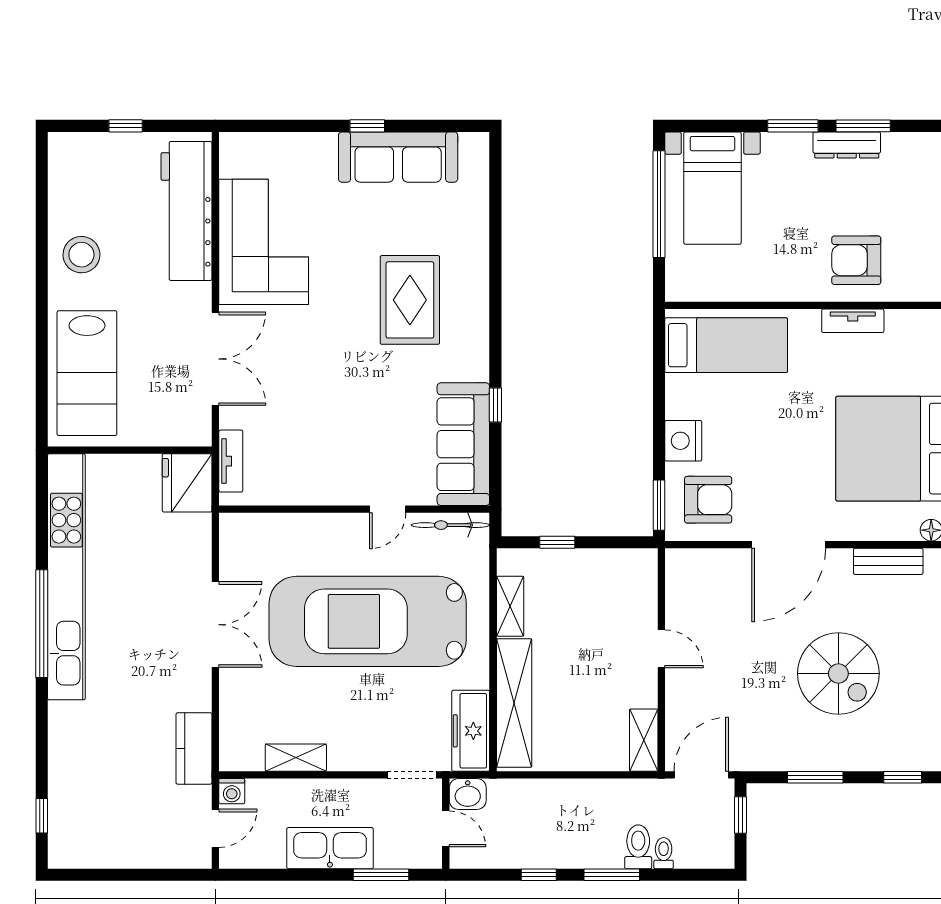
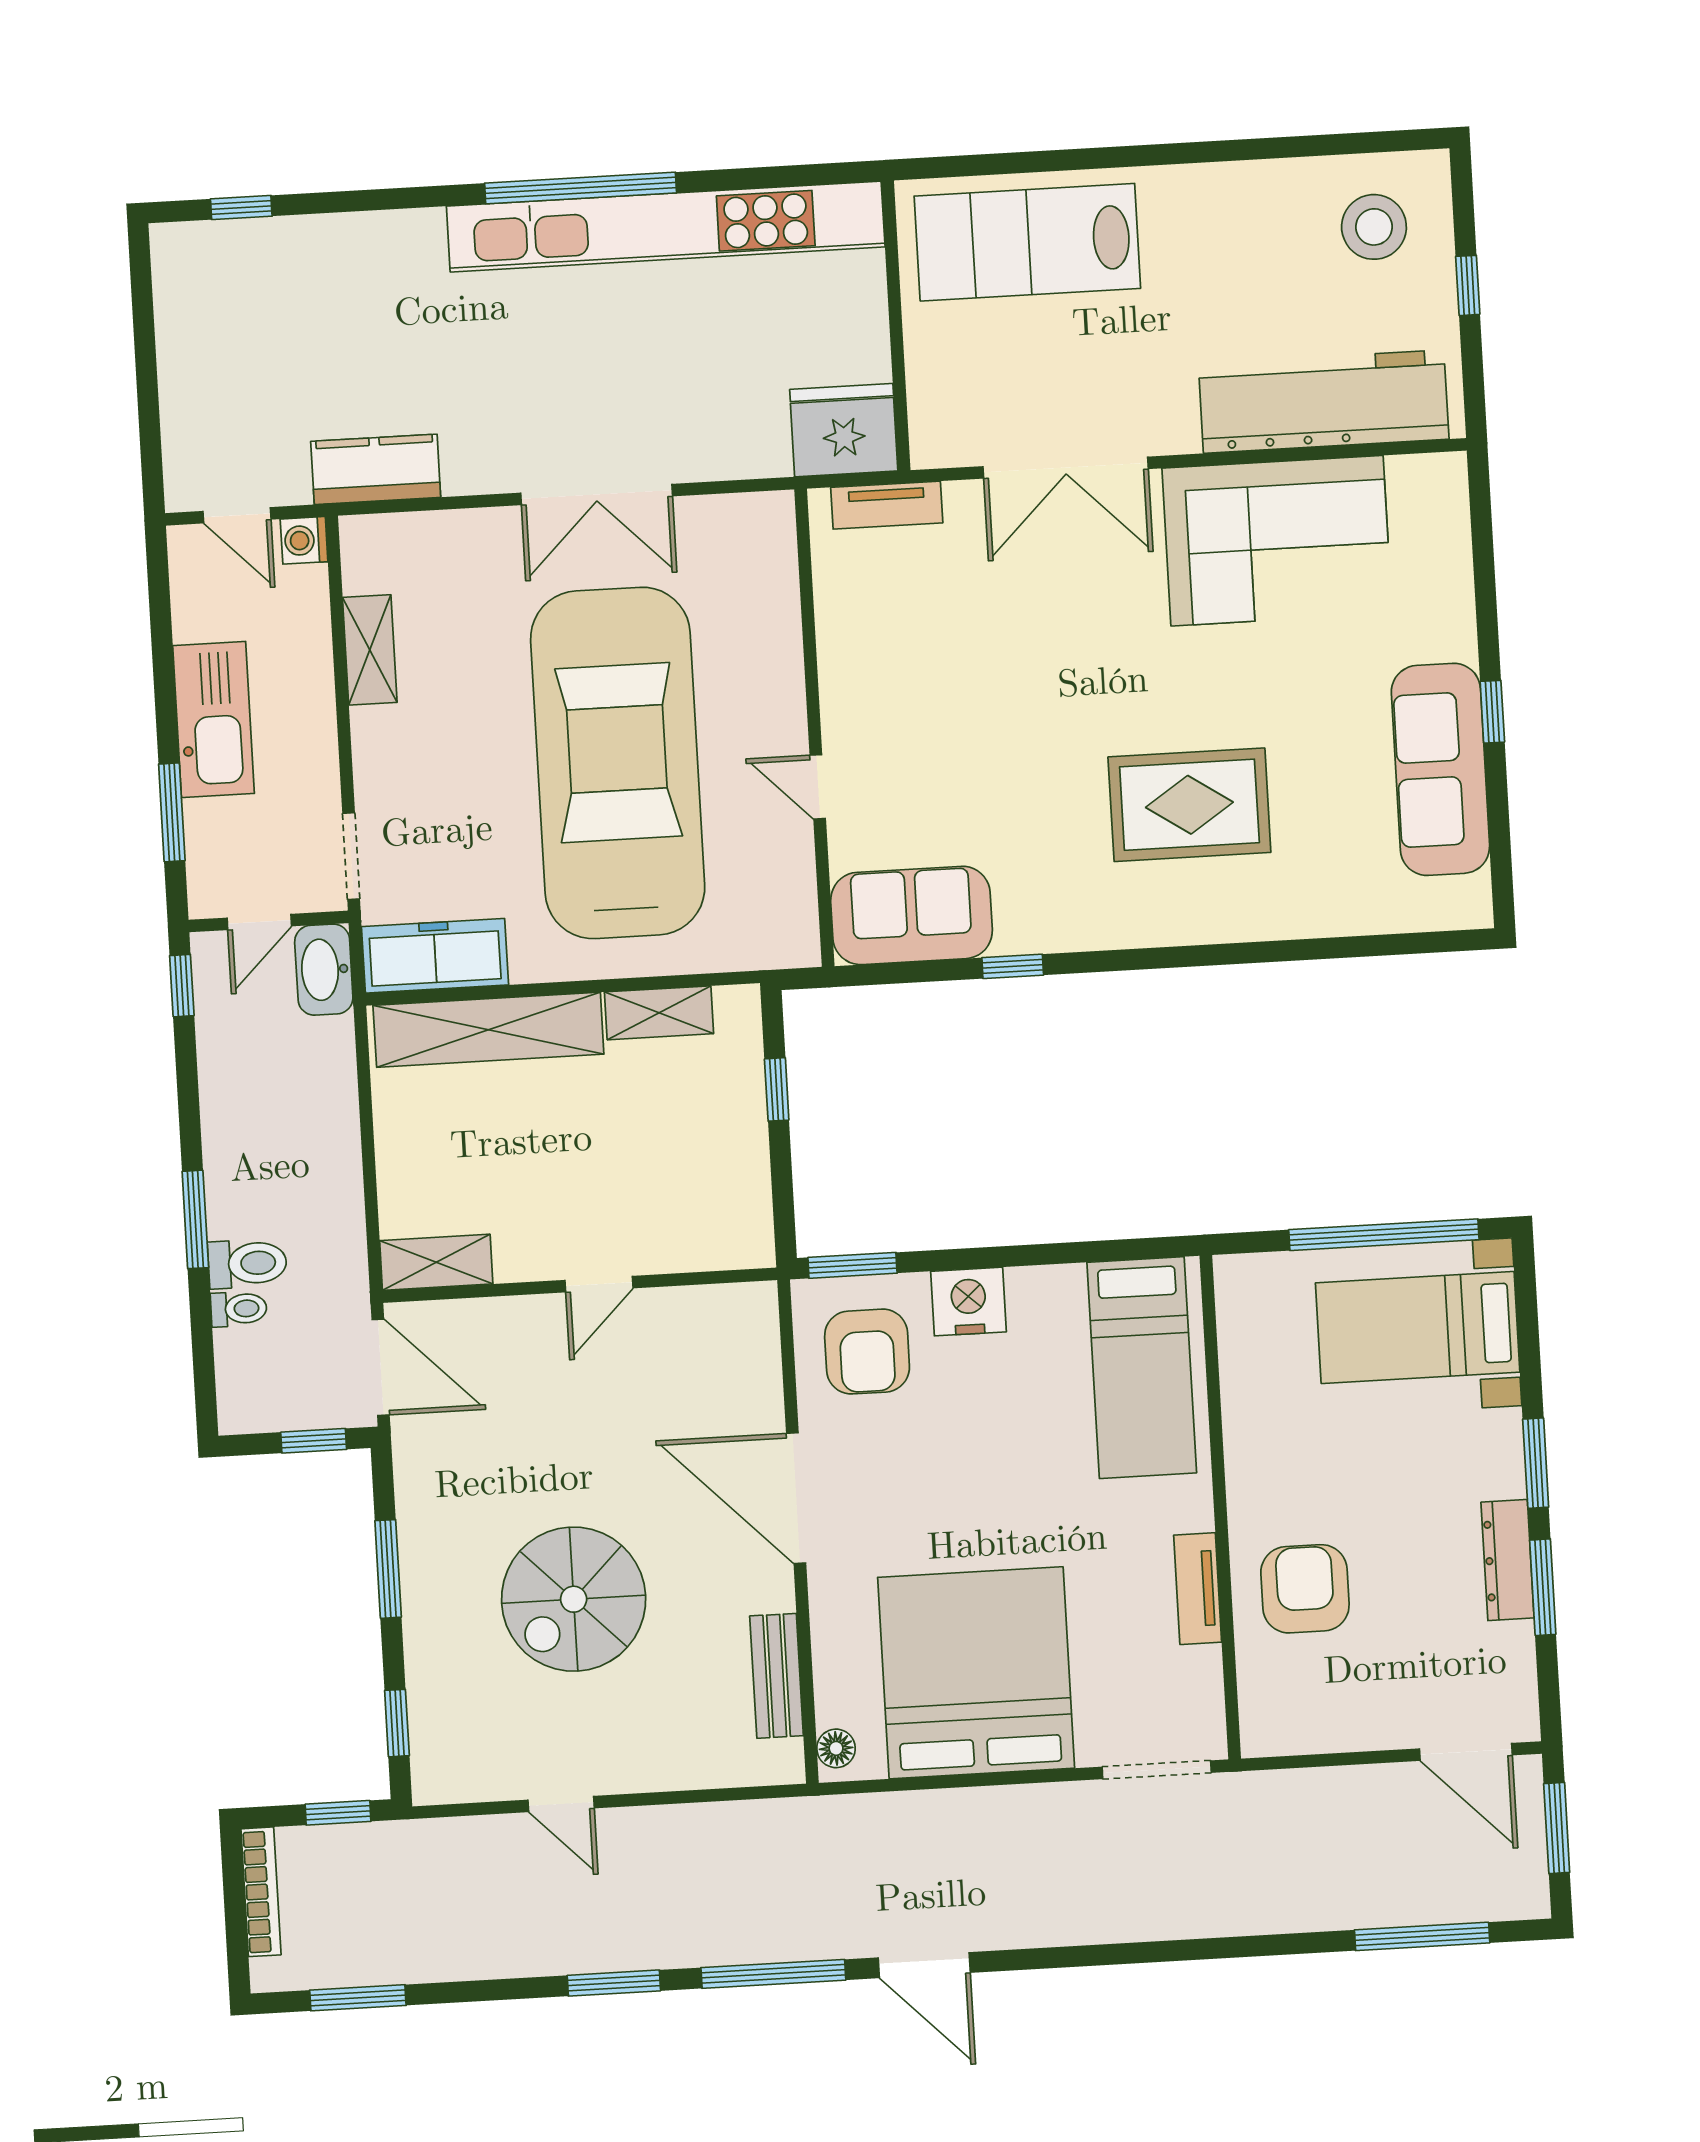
stool: (81, 255) -> (1374, 227), moved
sofa: (463, 444) -> (912, 915), width x0.73
bicycle: (450, 525) -> (796, 899), removed
washbasin: (468, 794) -> (324, 970), width x1.38
window: (539, 875) -> (182, 986), moved

